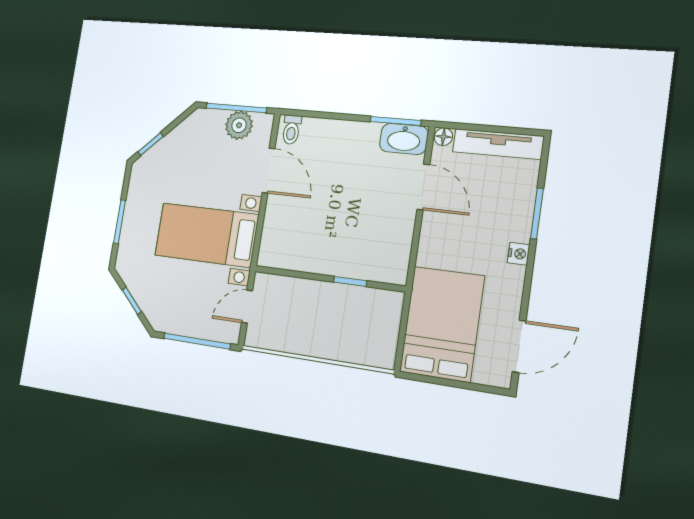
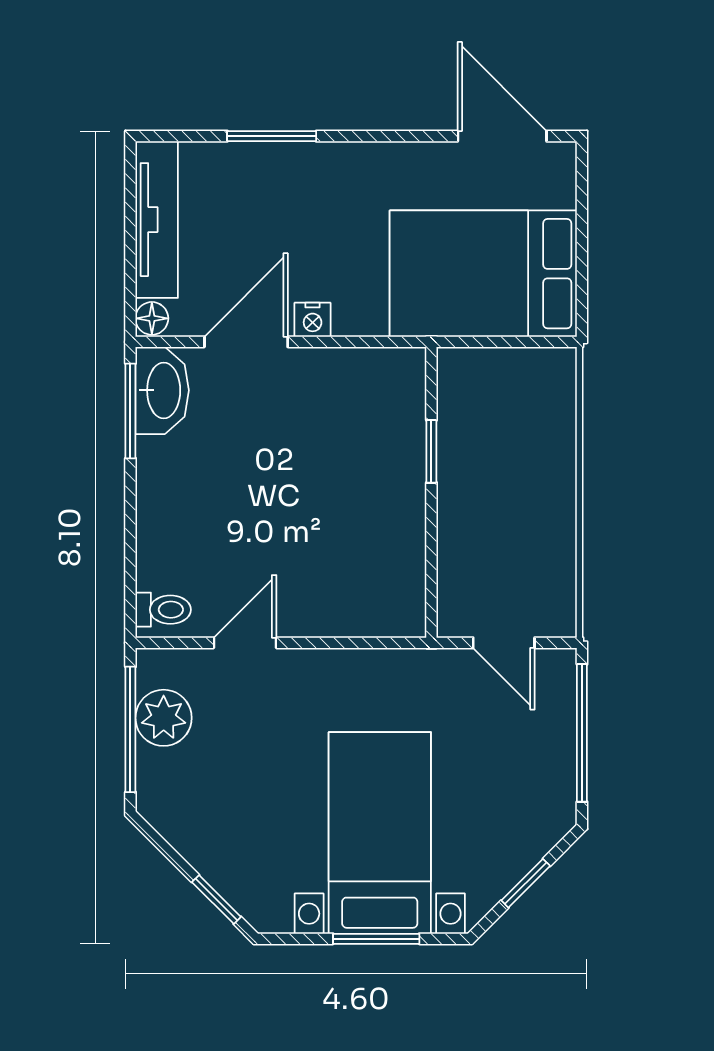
door: (269, 171) -> (245, 643), width x0.73
bed with nightstands: (206, 235) -> (380, 833), moved, turned 180
nightstand: (518, 254) -> (313, 320), moved, turned 180

